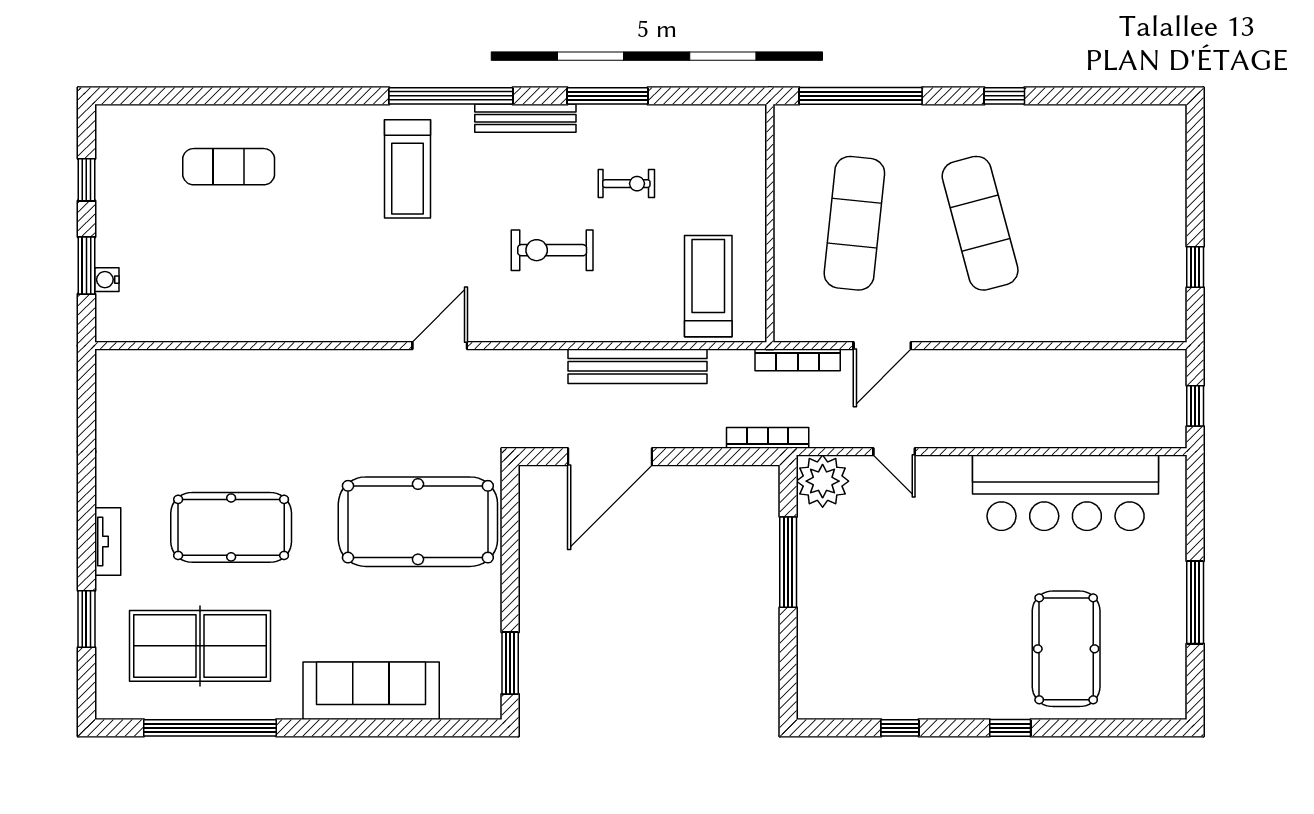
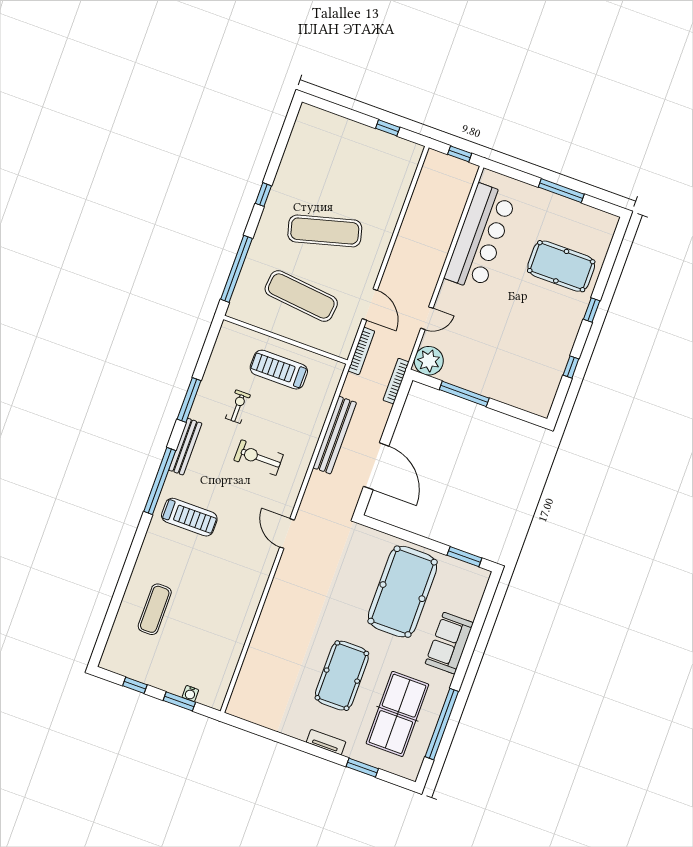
exercise bike: (552, 250) -> (259, 458), turned 90
treadmill: (708, 286) -> (279, 370), moved
pool table: (418, 522) -> (403, 592), moved
sofa: (371, 691) -> (449, 643), width x0.73

